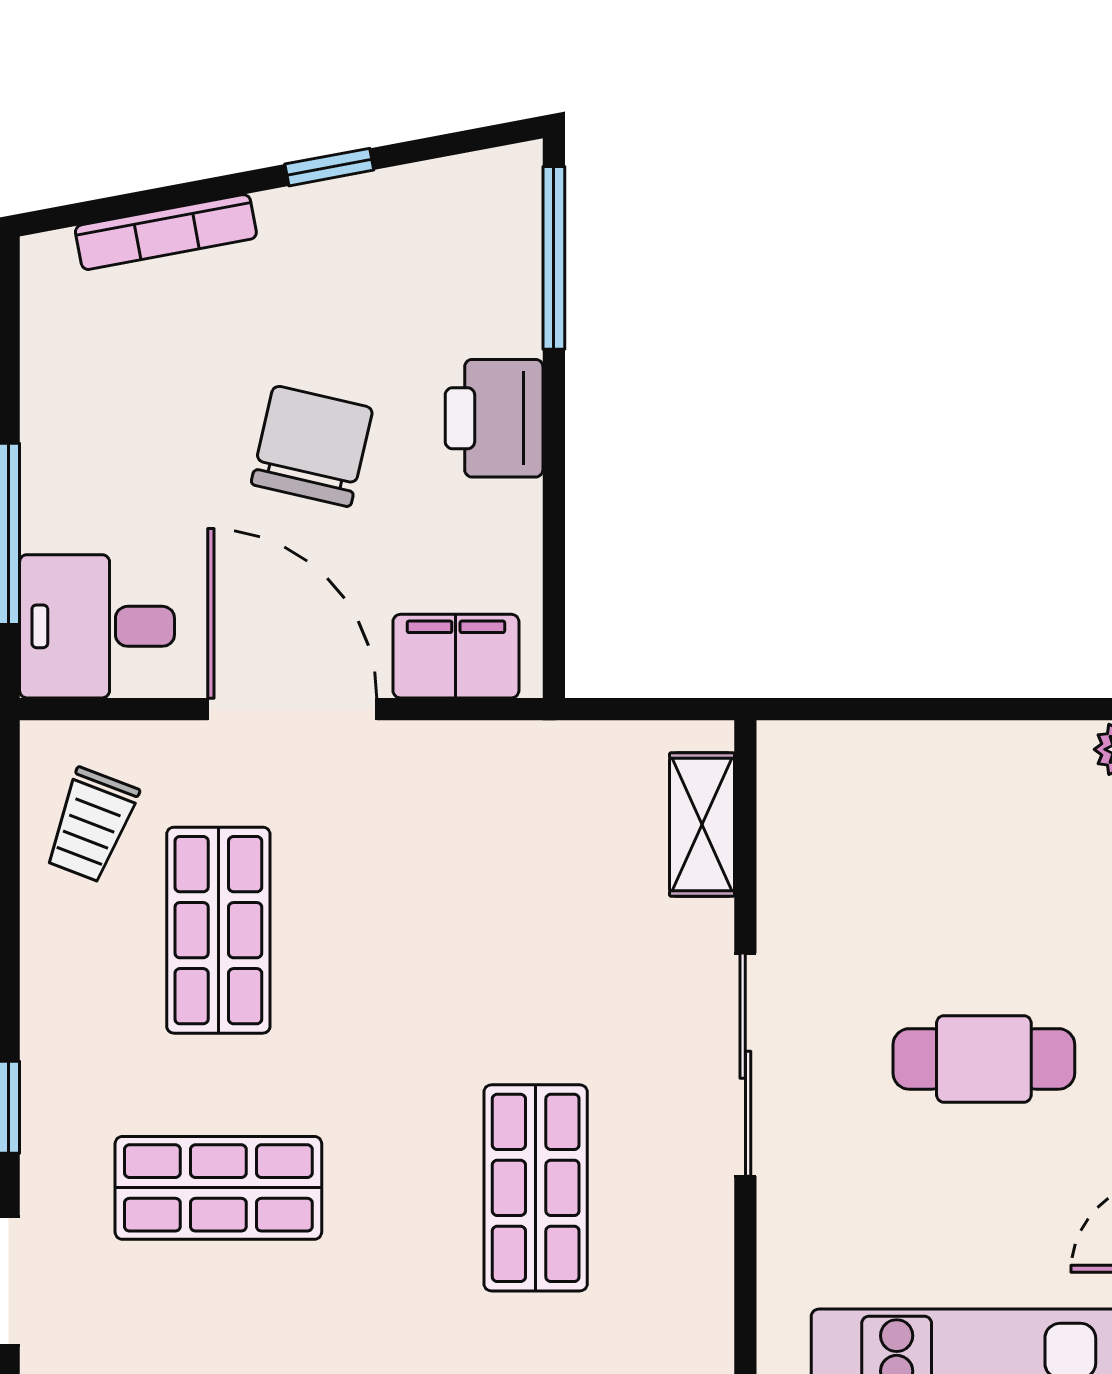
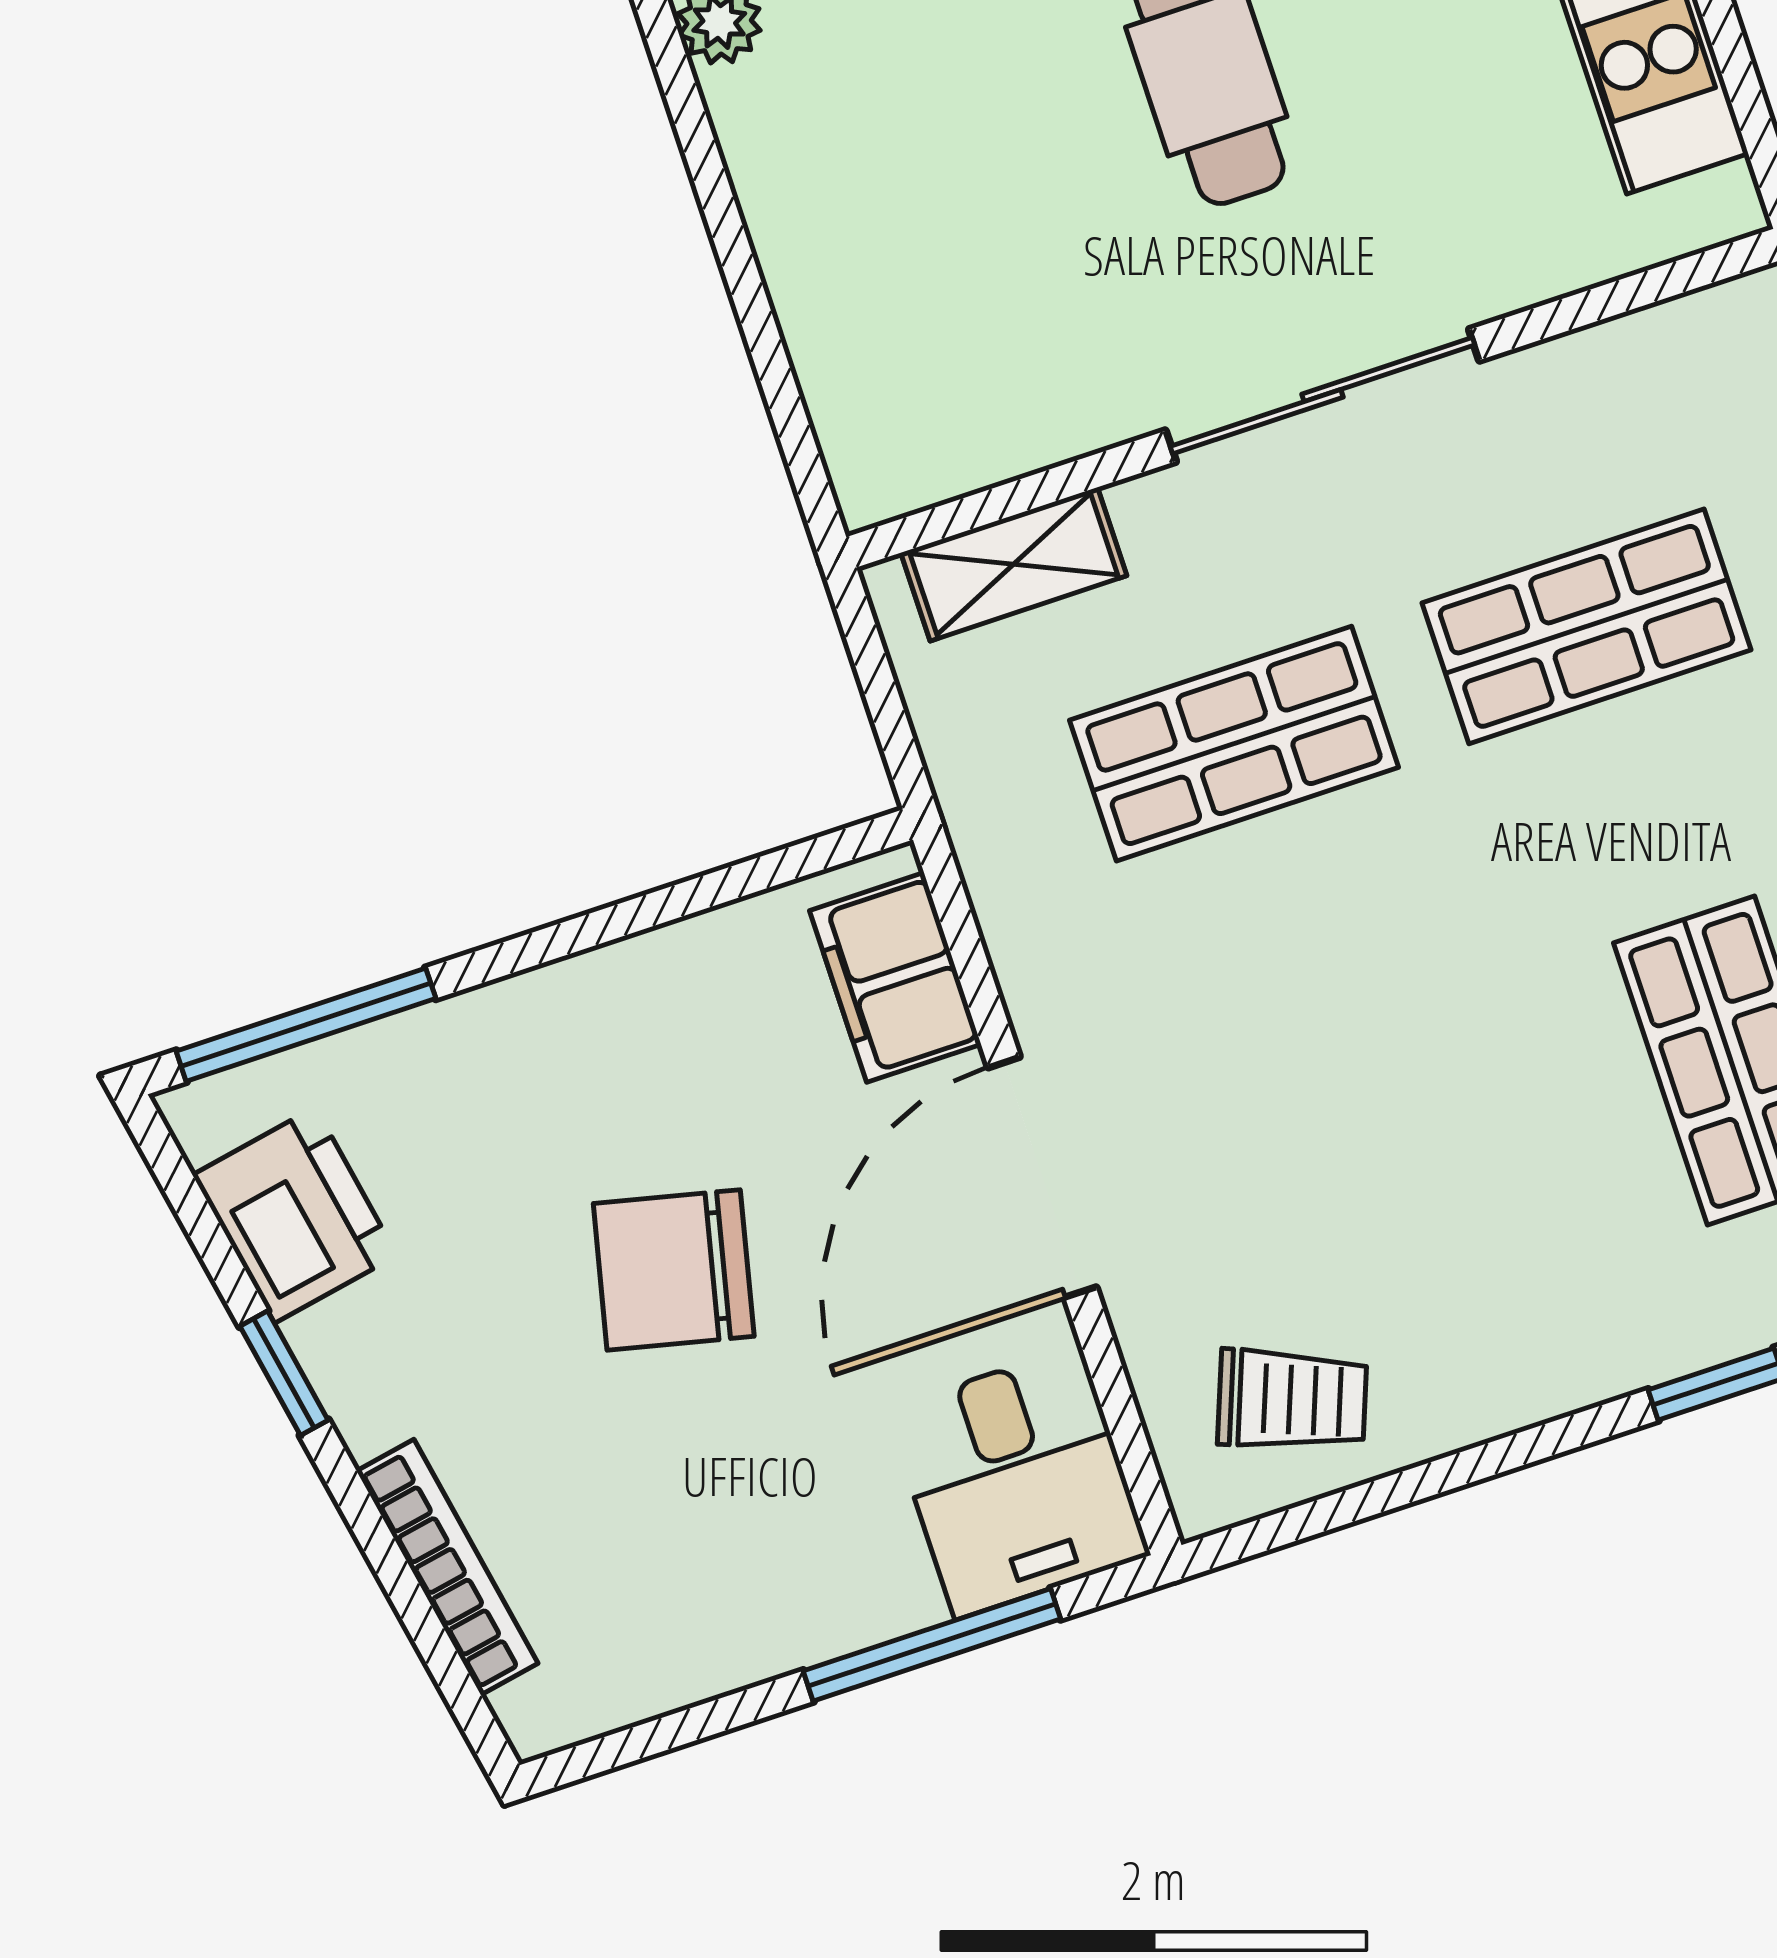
printer: (494, 418) -> (295, 1215), moved, turned -101
shop shelf: (218, 930) -> (1234, 744), moved

